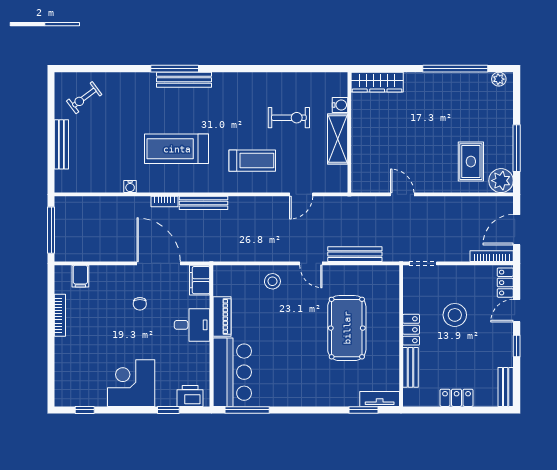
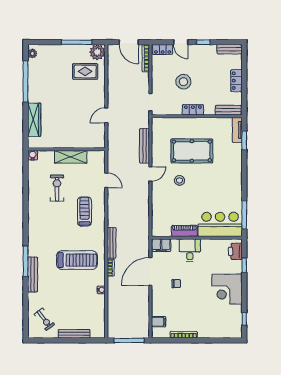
bench: (184, 80) -> (33, 274), moved
wardrobe: (377, 82) -> (34, 120), moved
water cooler: (340, 105) -> (33, 155), moved
treadmill: (177, 149) -> (77, 260), turned -90
stool: (272, 281) -> (179, 180), moved
bench: (410, 367) -> (228, 110), moved

